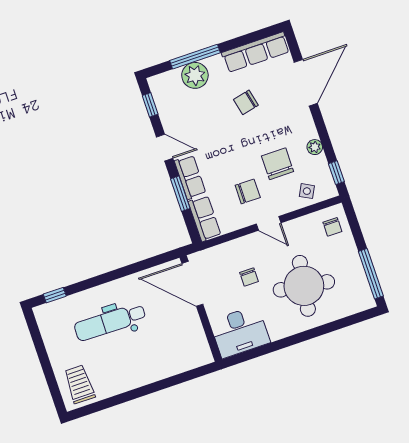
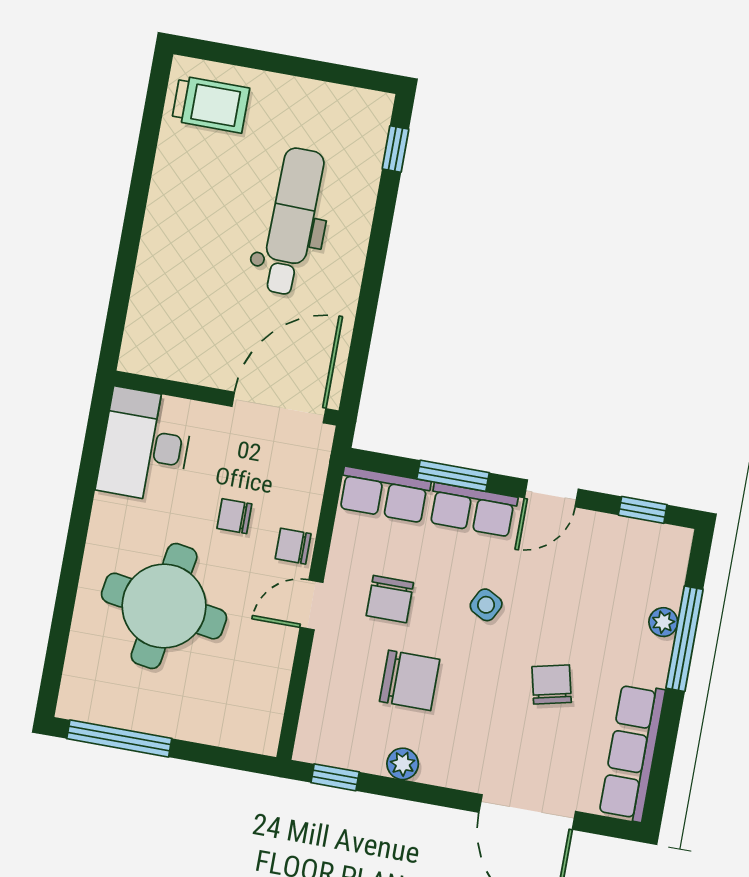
plant: (195, 75) -> (663, 622), width x0.53, depth x0.53
side table: (307, 191) -> (486, 605), moved
chair: (332, 227) -> (293, 546), moved

